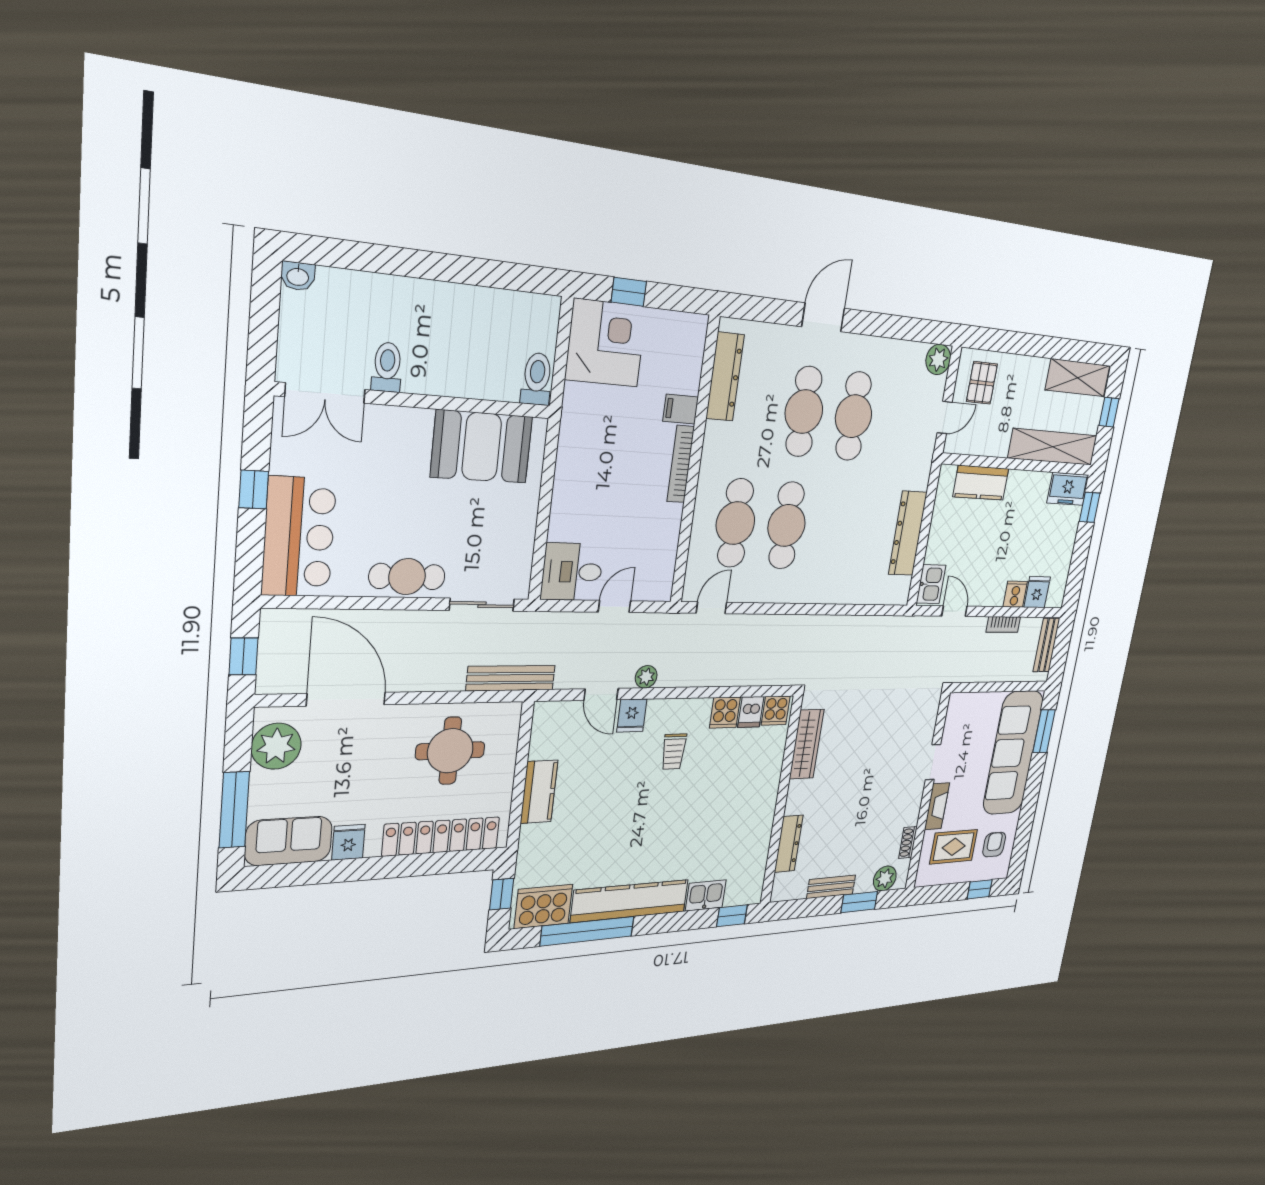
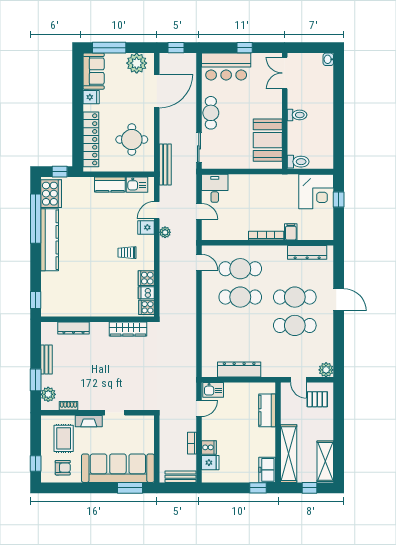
toilet: (387, 367) -> (297, 115), moved
kitchen sink: (706, 895) -> (137, 185), moved, turned 90

